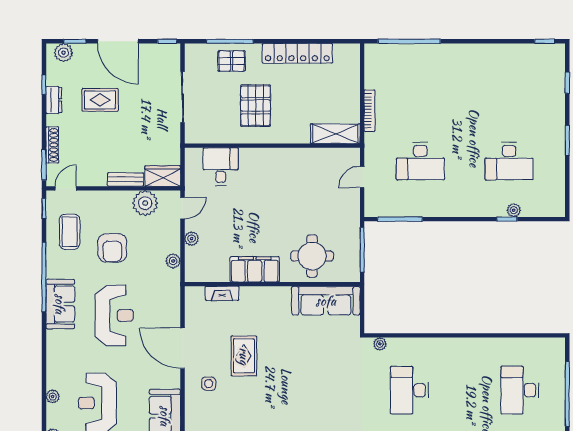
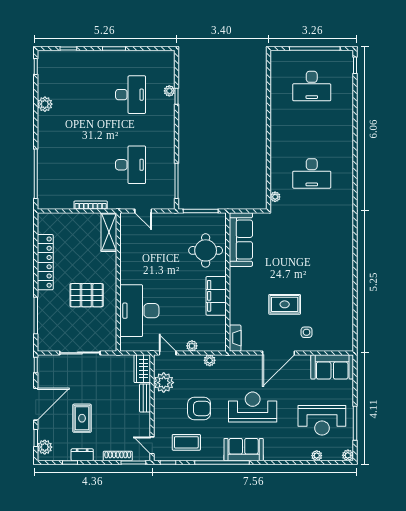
plant: (497, 53) -> (45, 104), added
pallet: (232, 61) -> (51, 314), removed
desk: (221, 167) -> (139, 311), width x1.87, depth x1.30
fireplace: (222, 293) -> (235, 338), moved

